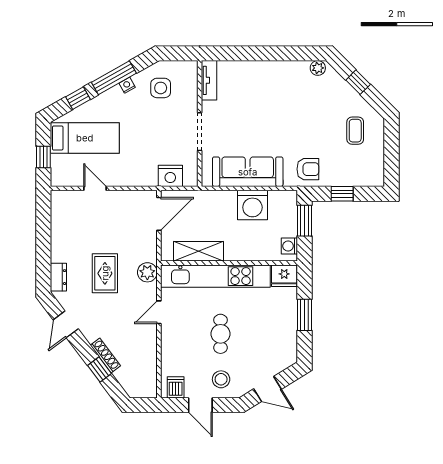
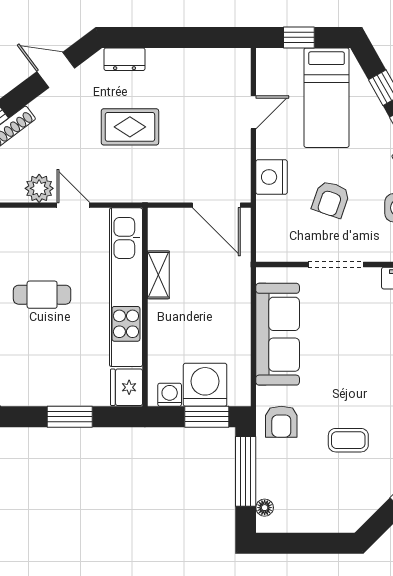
coffee table: (355, 131) -> (348, 440), moved
armchair: (155, 135) -> (331, 199), added
nightstand: (170, 176) -> (272, 177), moved
floor lamp: (367, 181) -> (265, 508), added
window: (342, 194) -> (246, 471), width x2.17
washing machine: (252, 205) -> (205, 385), moved, turned 90
shelving: (199, 251) -> (158, 275), width x0.67, depth x0.75
plant: (147, 272) -> (39, 188), moved

